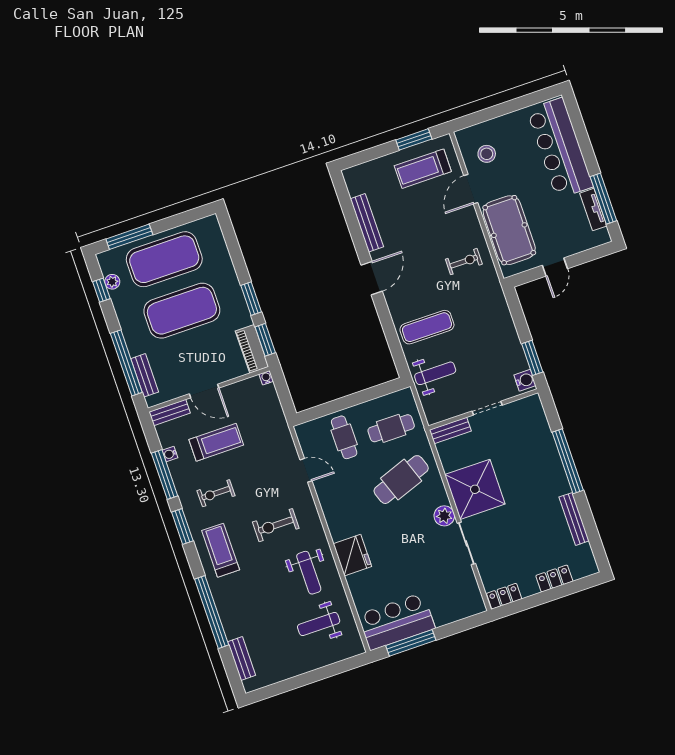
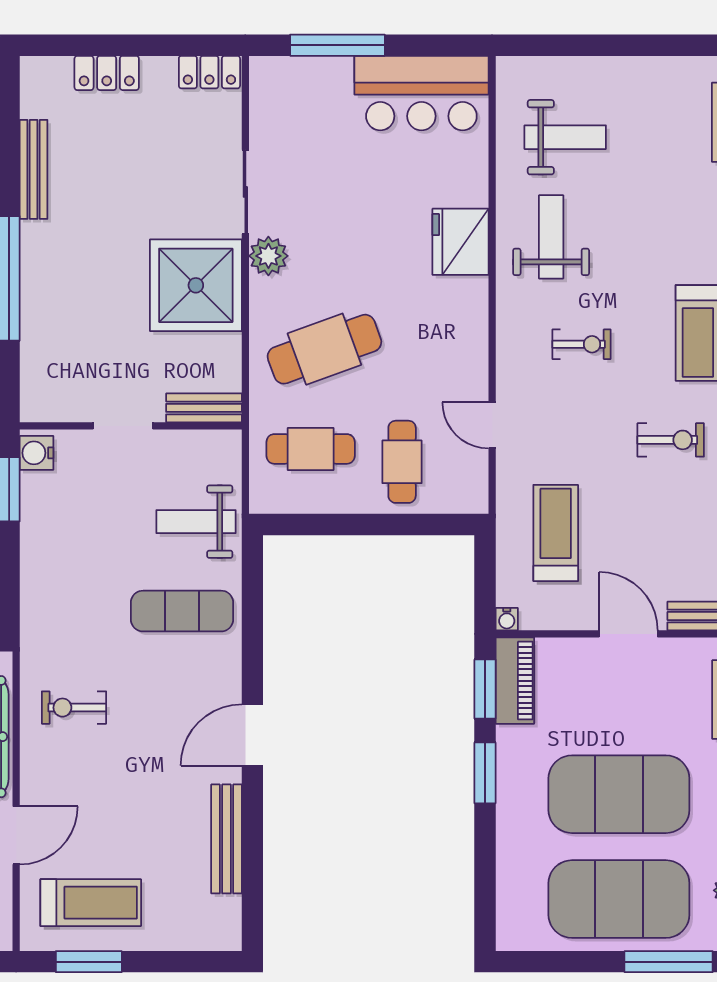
treadmill: (216, 442) -> (556, 533), moved, turned 90
exercise bike: (276, 525) -> (582, 344), width x0.73, depth x0.72
window: (411, 643) -> (337, 45), moved

